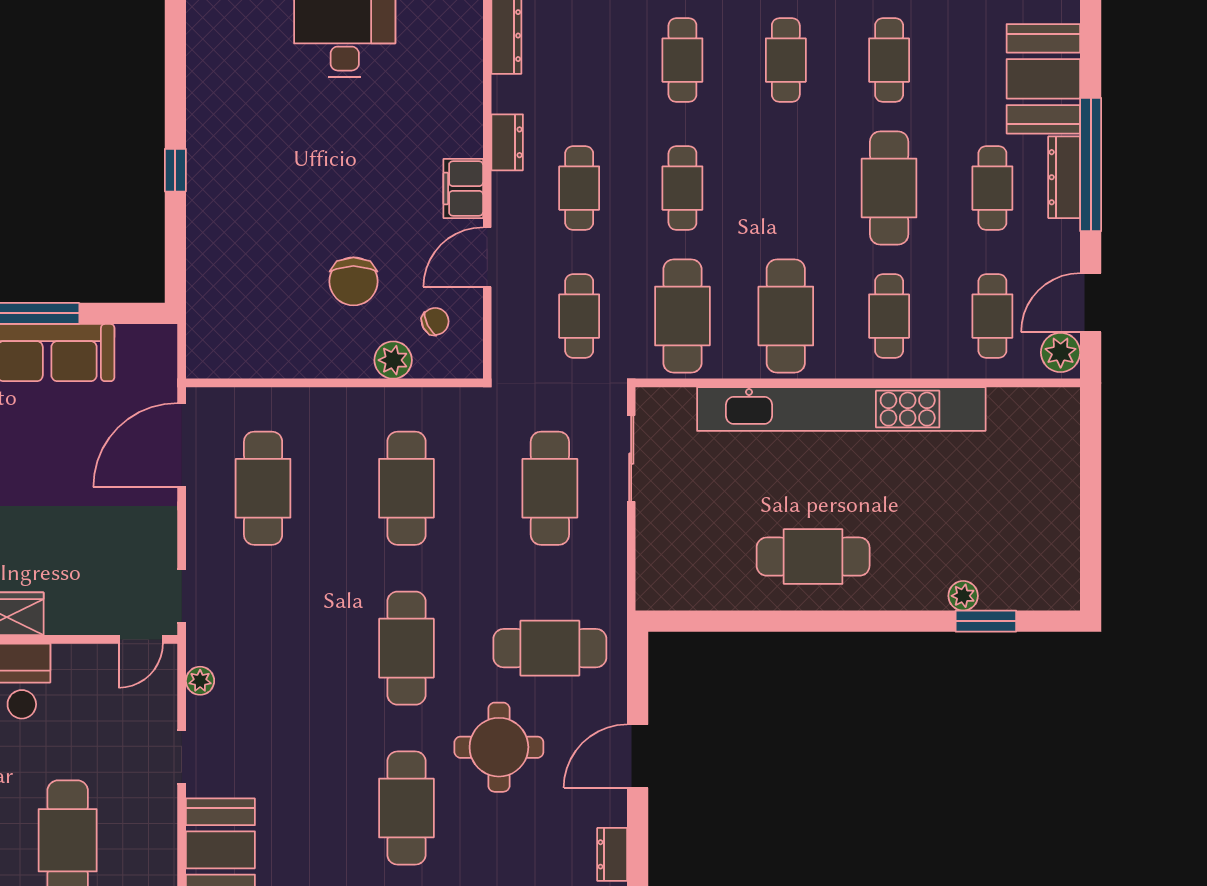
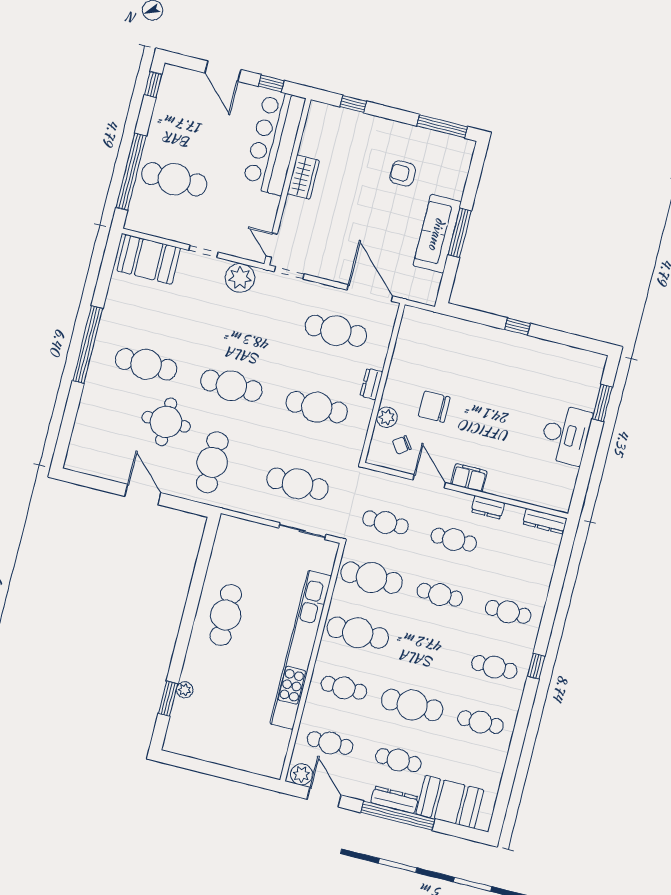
chair: (435, 321) -> (402, 445), turned 81
plant: (200, 681) -> (240, 278), width x1.88, depth x1.88
dresser: (612, 854) -> (371, 384), moved, turned -90

